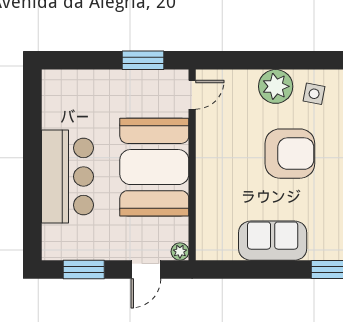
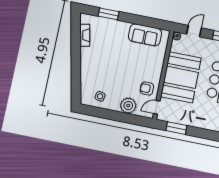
plant: (276, 86) -> (128, 106), moved
armchair: (290, 154) -> (147, 89), moved, width x0.53, depth x0.53
sofa: (273, 241) -> (145, 35), moved

